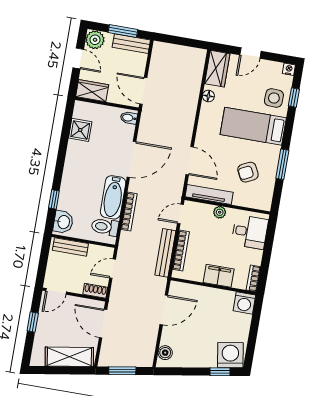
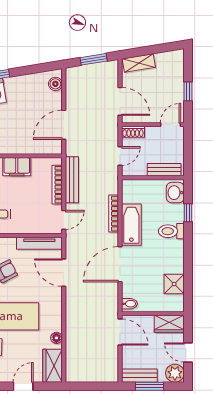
plant: (220, 212) -> (26, 228), removed
toilet: (105, 227) -> (171, 231), moved, turned 180
shelving: (69, 357) -> (139, 63), width x0.67, depth x0.75

